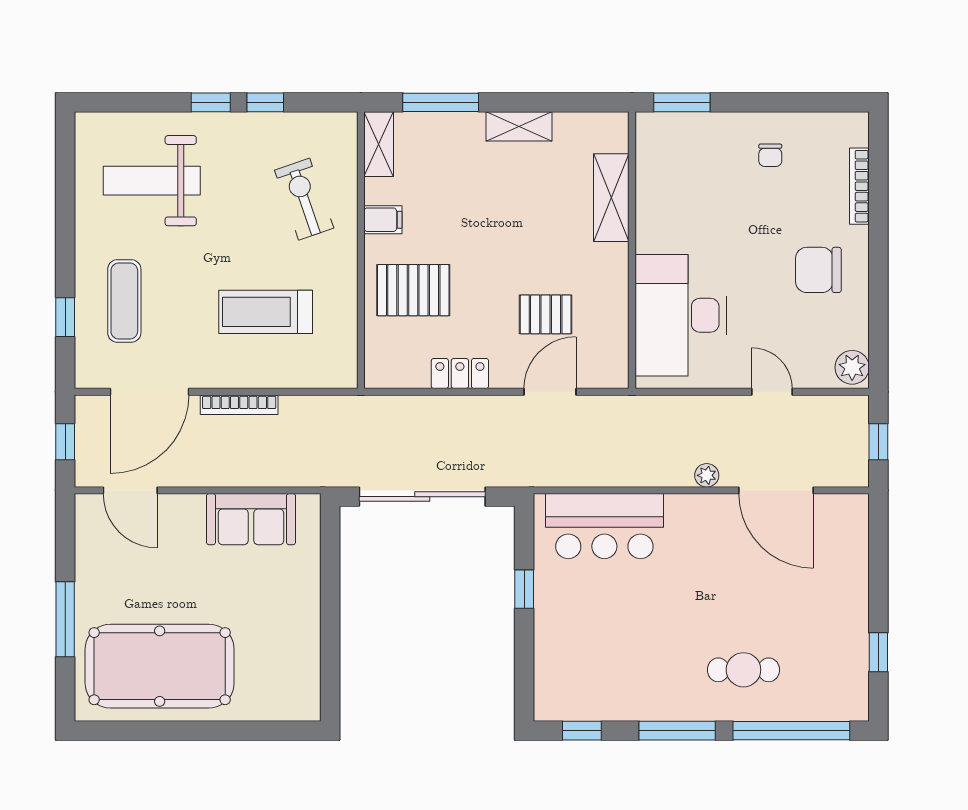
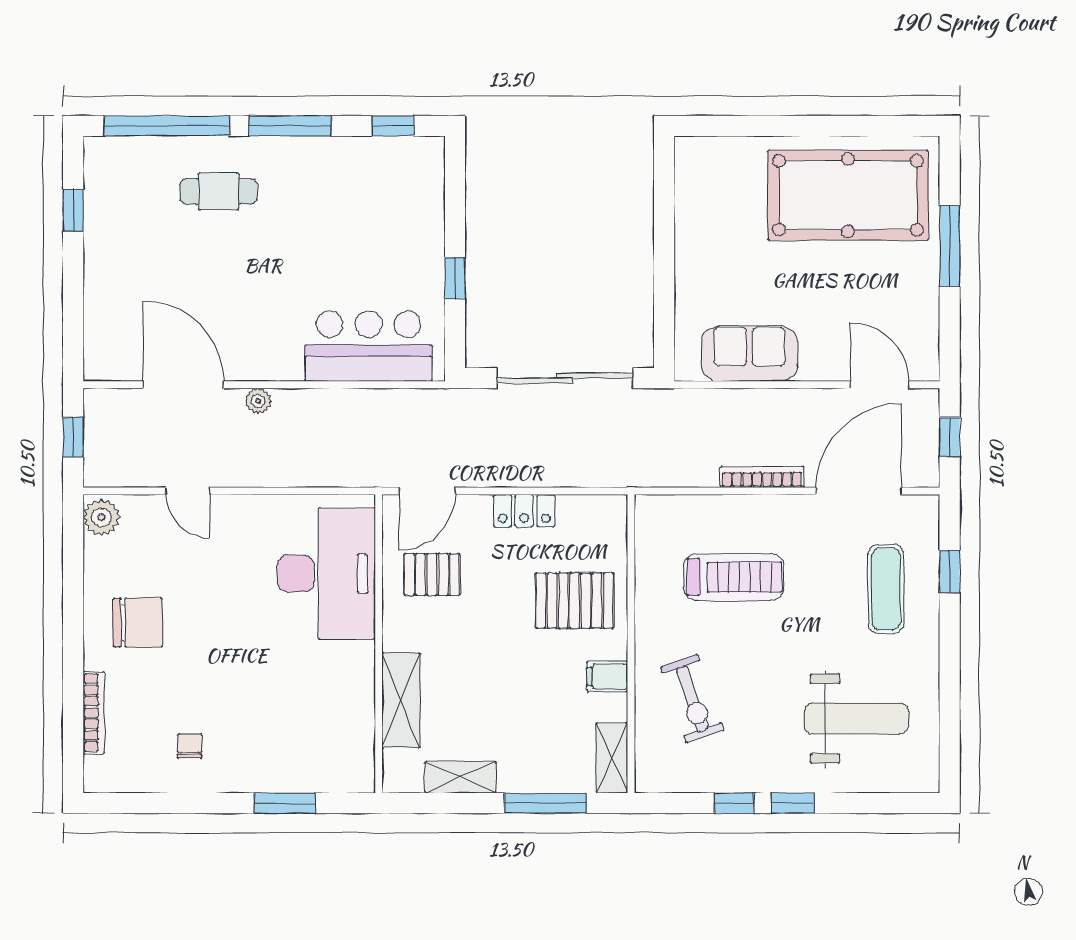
shelving: (611, 198) -> (401, 700), moved
wall: (632, 250) -> (379, 644), moved
desk: (681, 315) -> (326, 574), moved

